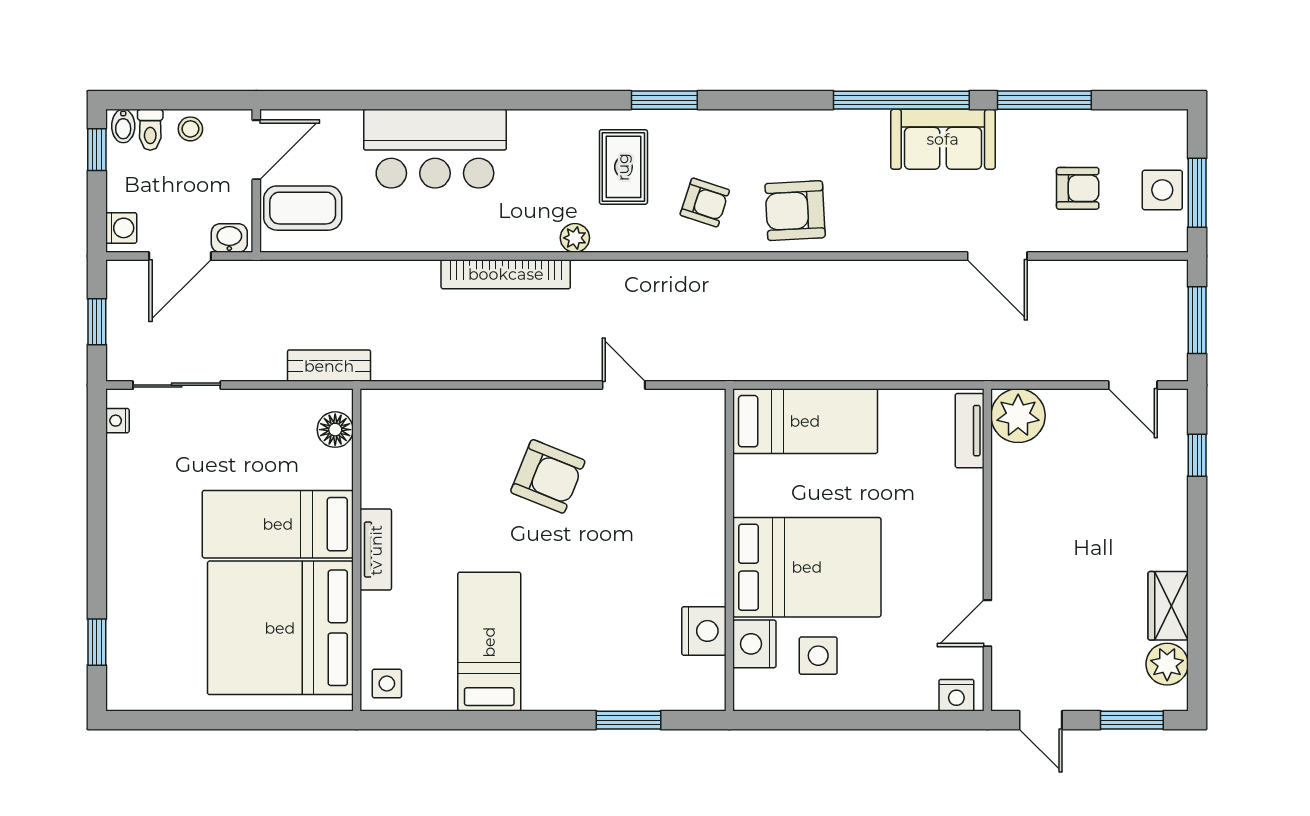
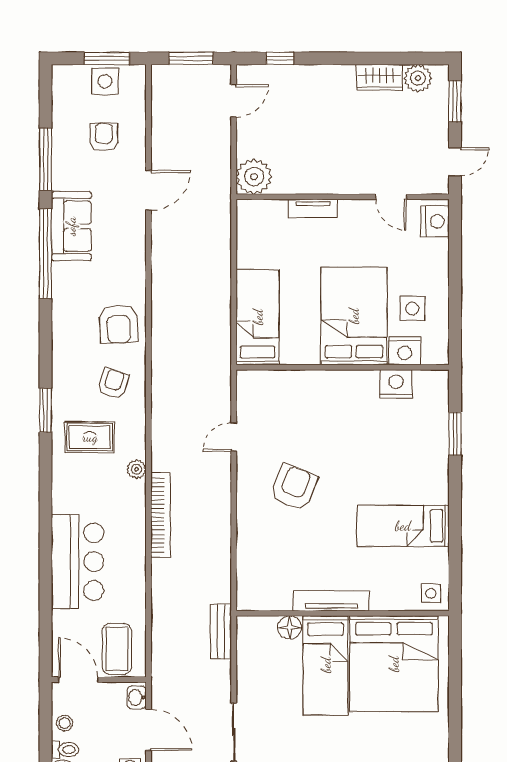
floor lamp: (335, 430) -> (289, 627), moved
tv unit: (970, 431) -> (313, 209), moved
tv unit: (376, 550) -> (331, 601), width x1.41
nightstand: (956, 695) -> (435, 221), width x1.36, depth x1.33

